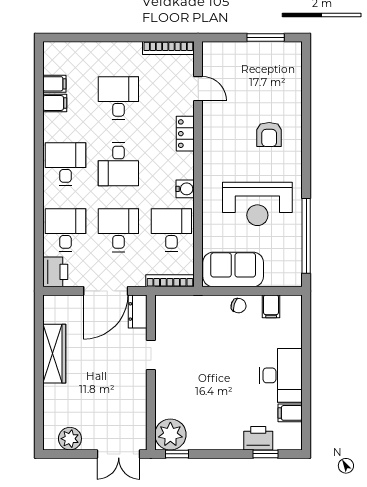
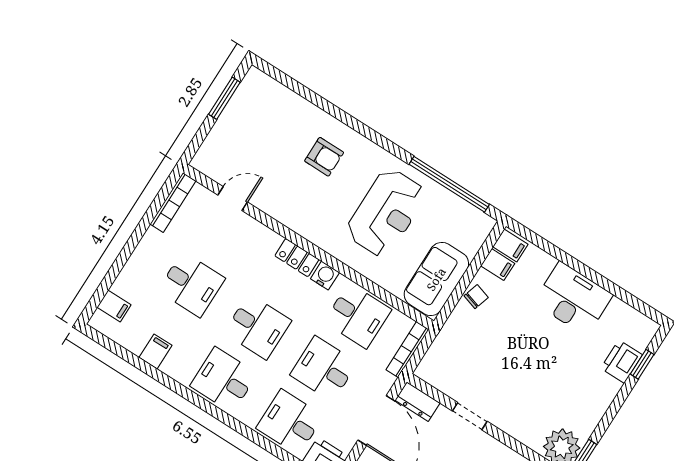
filing cabinet: (54, 84) -> (114, 306), moved, turned 90
desk: (118, 98) -> (191, 285), turned 180
locker: (185, 134) -> (297, 258), moved
desk: (171, 230) -> (358, 316), turned 180
filing cabinet: (290, 413) -> (510, 246), moved, turned -90

